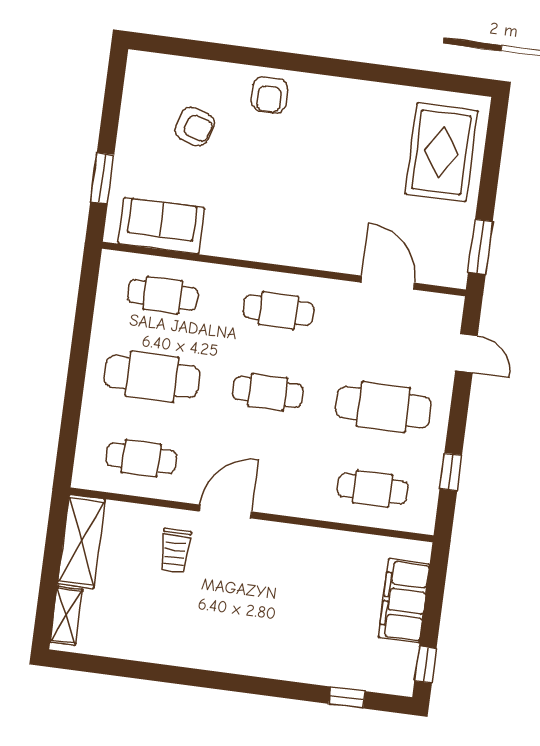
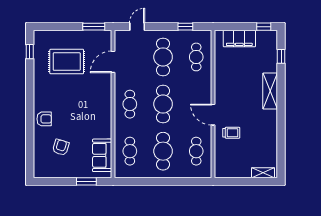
window: (440, 81) -> (30, 52), added
rug: (441, 152) -> (67, 62), moved
cafe table: (268, 392) -> (163, 104), width x1.37, depth x1.35
shelving: (81, 541) -> (270, 91), moved, turned 90

